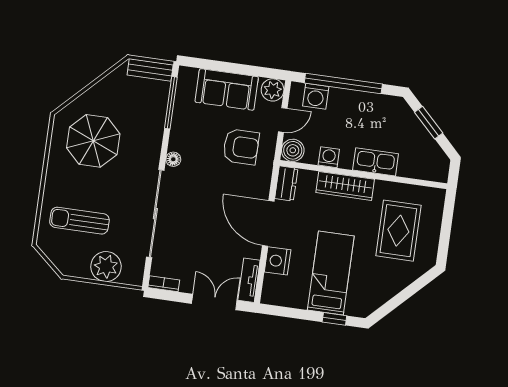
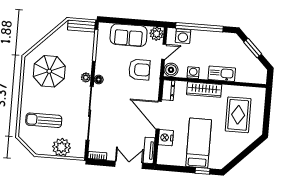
plant: (153, 155) -> (86, 77), added

